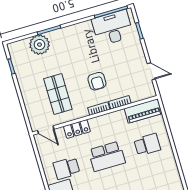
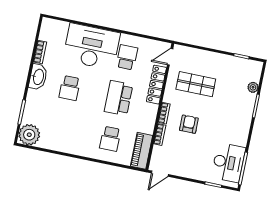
plant: (40, 45) -> (253, 87), width x0.53, depth x0.53
door: (151, 71) -> (160, 174), moved
armchair: (97, 81) -> (189, 124), turned 90
locker: (77, 129) -> (156, 85), width x1.53

